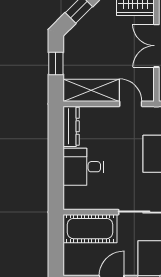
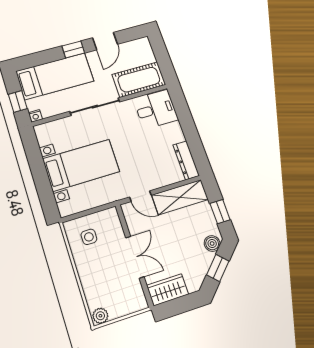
boiler: (76, 35) -> (212, 244), added
desk: (83, 167) -> (156, 109), moved

